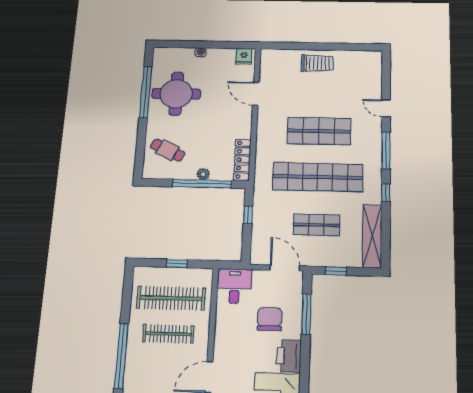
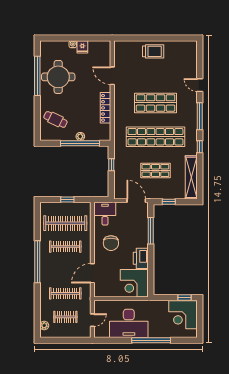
fridge: (244, 56) -> (82, 47), moved
locker: (242, 160) -> (106, 108), moved
chair: (270, 319) -> (111, 243), moved, turned 180

